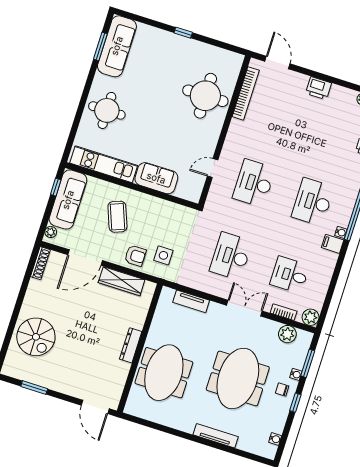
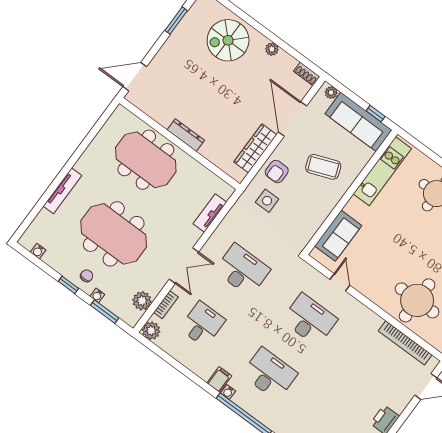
sofa: (156, 178) -> (338, 236), moved
shoe rack: (40, 263) -> (307, 74), width x0.70
plant: (31, 296) -> (272, 49), added

